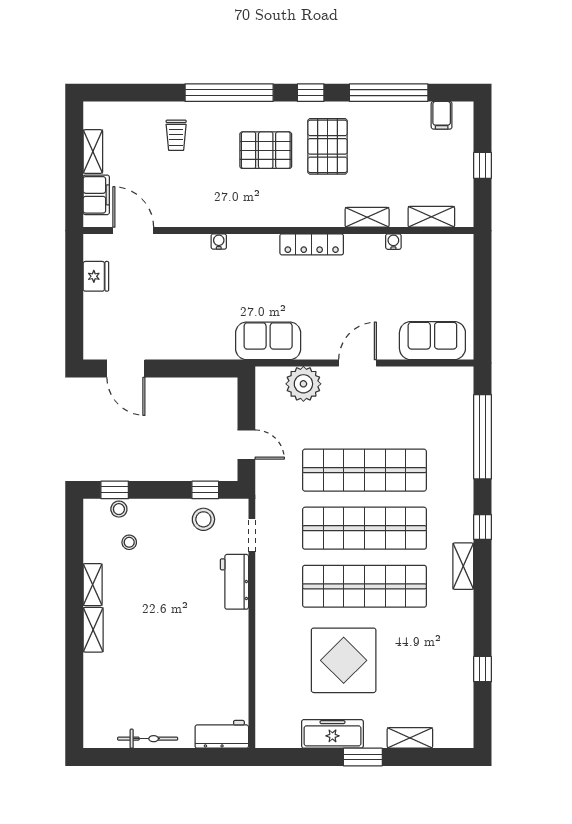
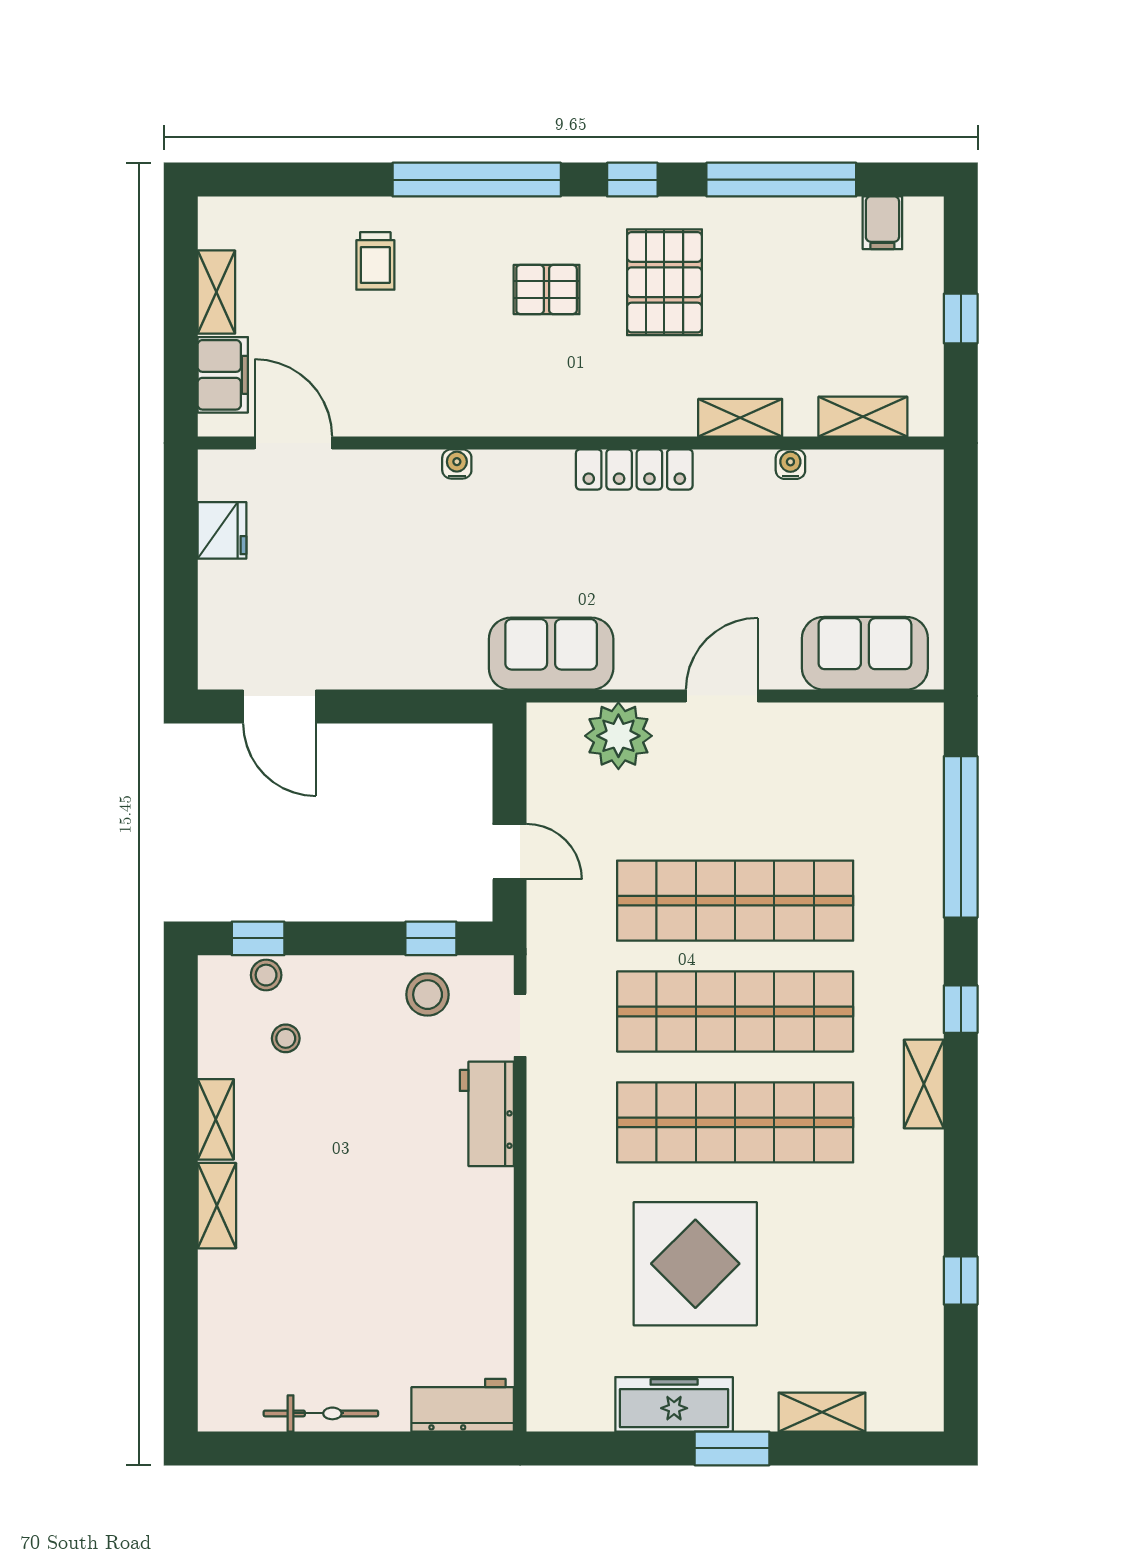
pallet: (266, 150) -> (547, 290), width x0.67, depth x0.71

